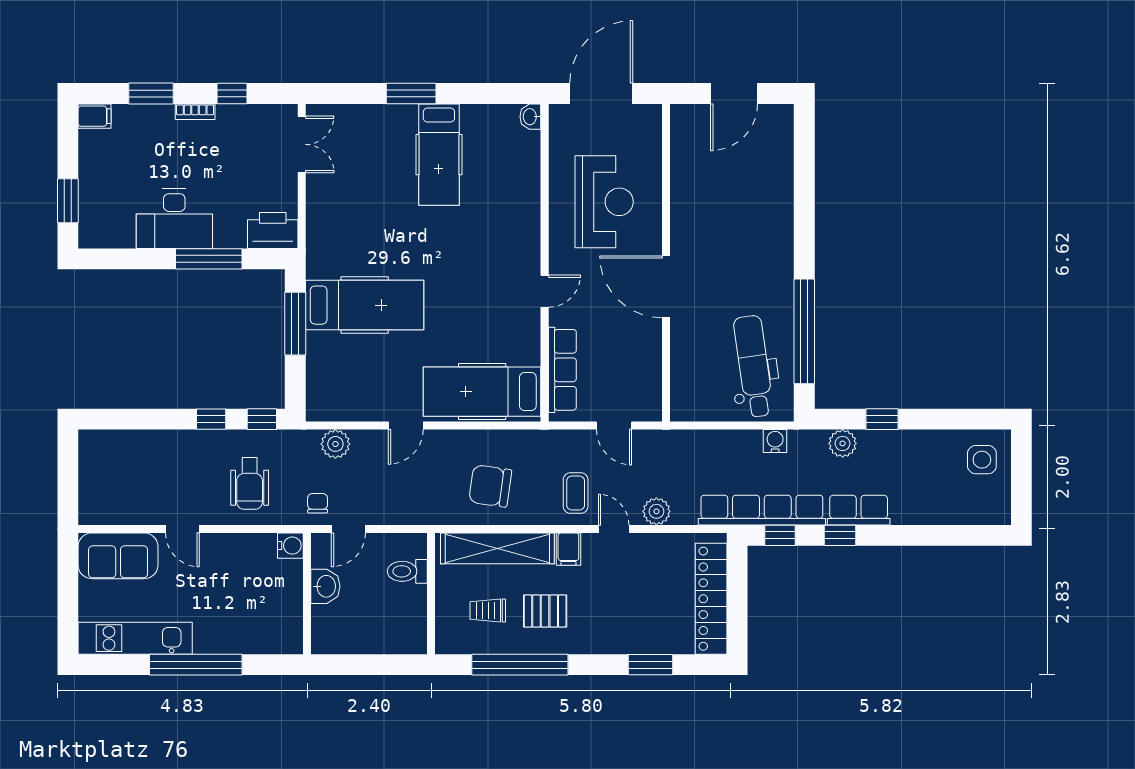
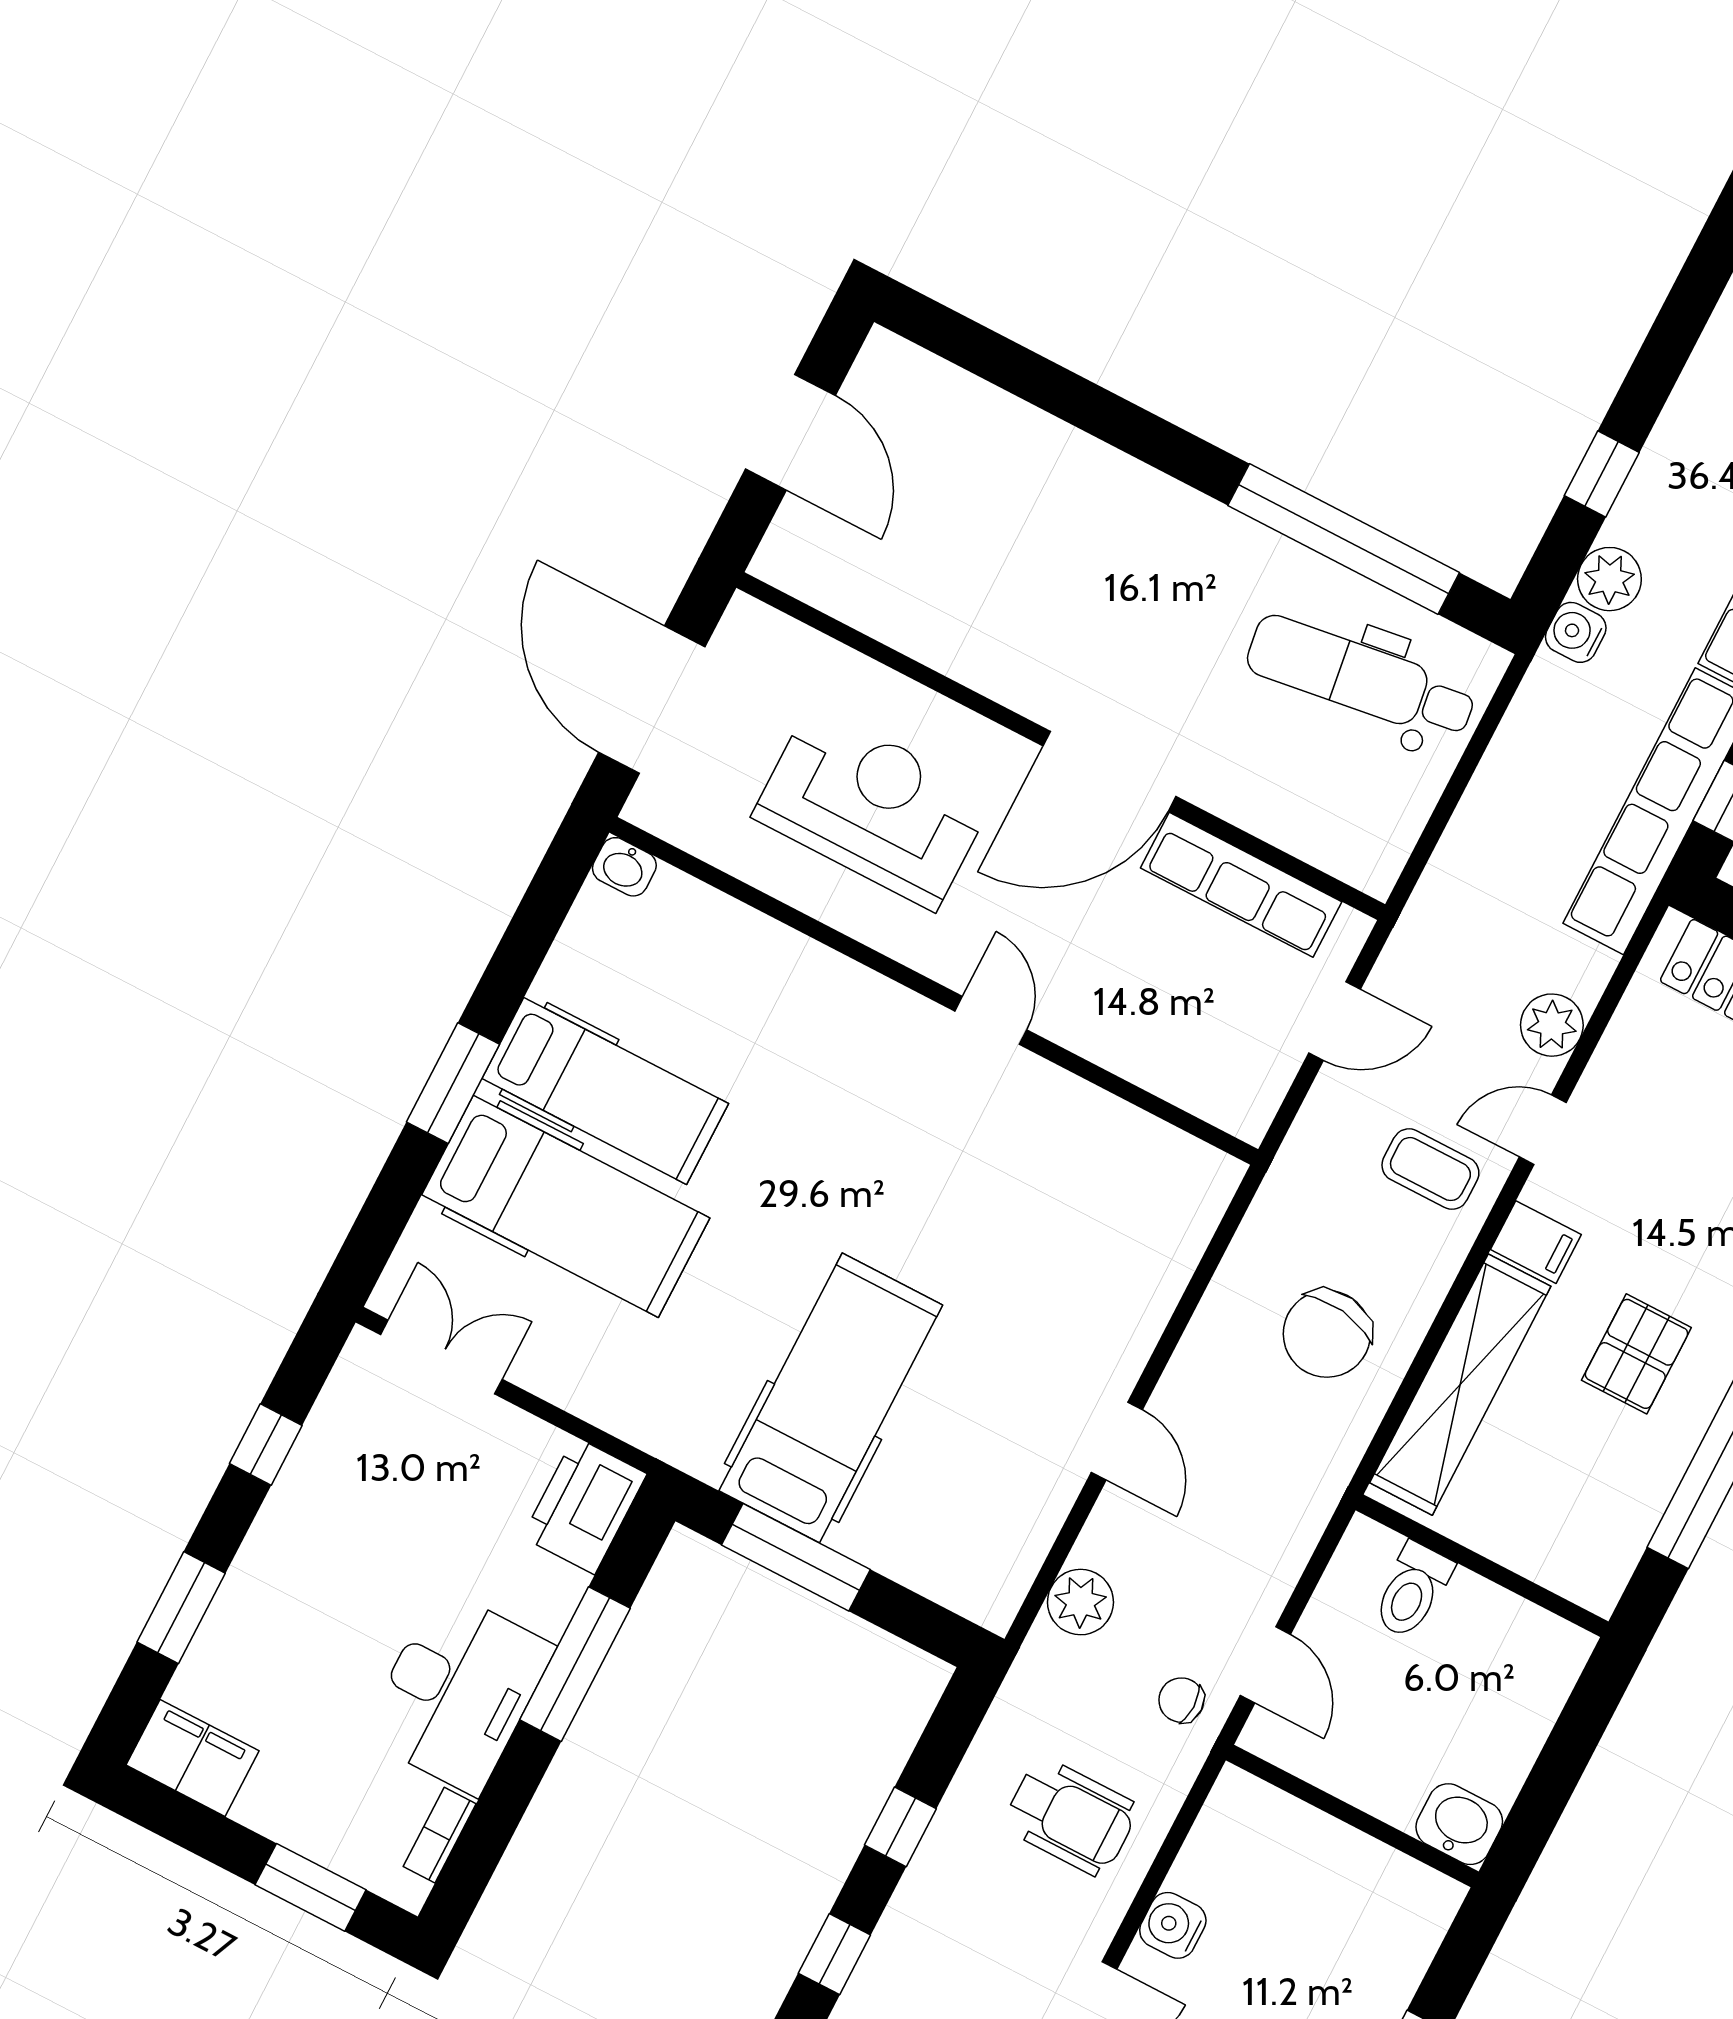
bookcase: (195, 112) -> (440, 1835), moved, turned 180
filing cabinet: (95, 116) -> (192, 1758), width x2.00
row of seats: (562, 370) -> (1241, 885), moved, turned 180
hospital bed: (482, 392) -> (566, 1206), moved, turned -90
window: (262, 419) -> (834, 1954), moved
water cooler: (775, 441) -> (1576, 632), moved
water cooler: (290, 546) -> (1173, 1925), moved, turned -90
washbasin: (325, 586) -> (1459, 1824), moved
trolley: (488, 610) -> (1575, 1469), removed

